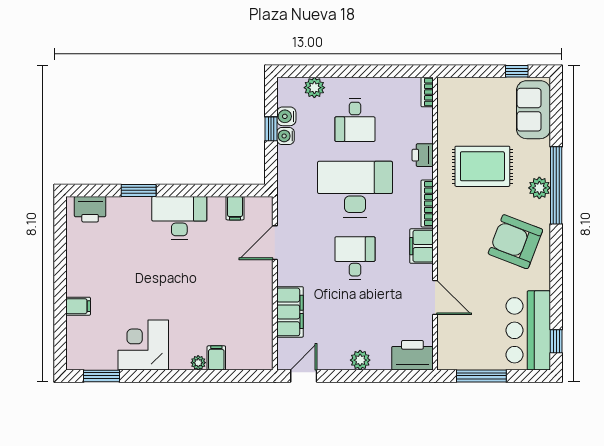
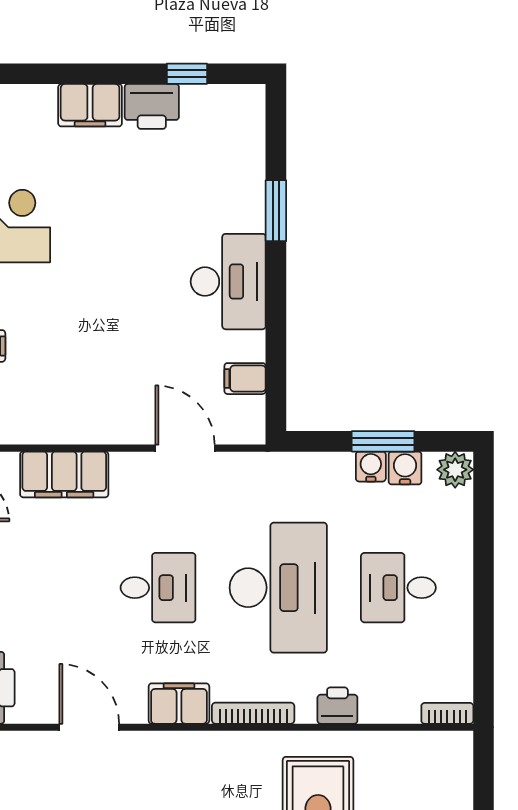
plant: (314, 88) -> (455, 470), moved
window: (271, 129) -> (383, 441), width x1.50
printer: (90, 209) -> (152, 106), moved, turned -90
window: (60, 241) -> (187, 74), added
door: (435, 298) -> (89, 727), swing flipped
filing cabinet: (78, 306) -> (90, 105), width x2.00

